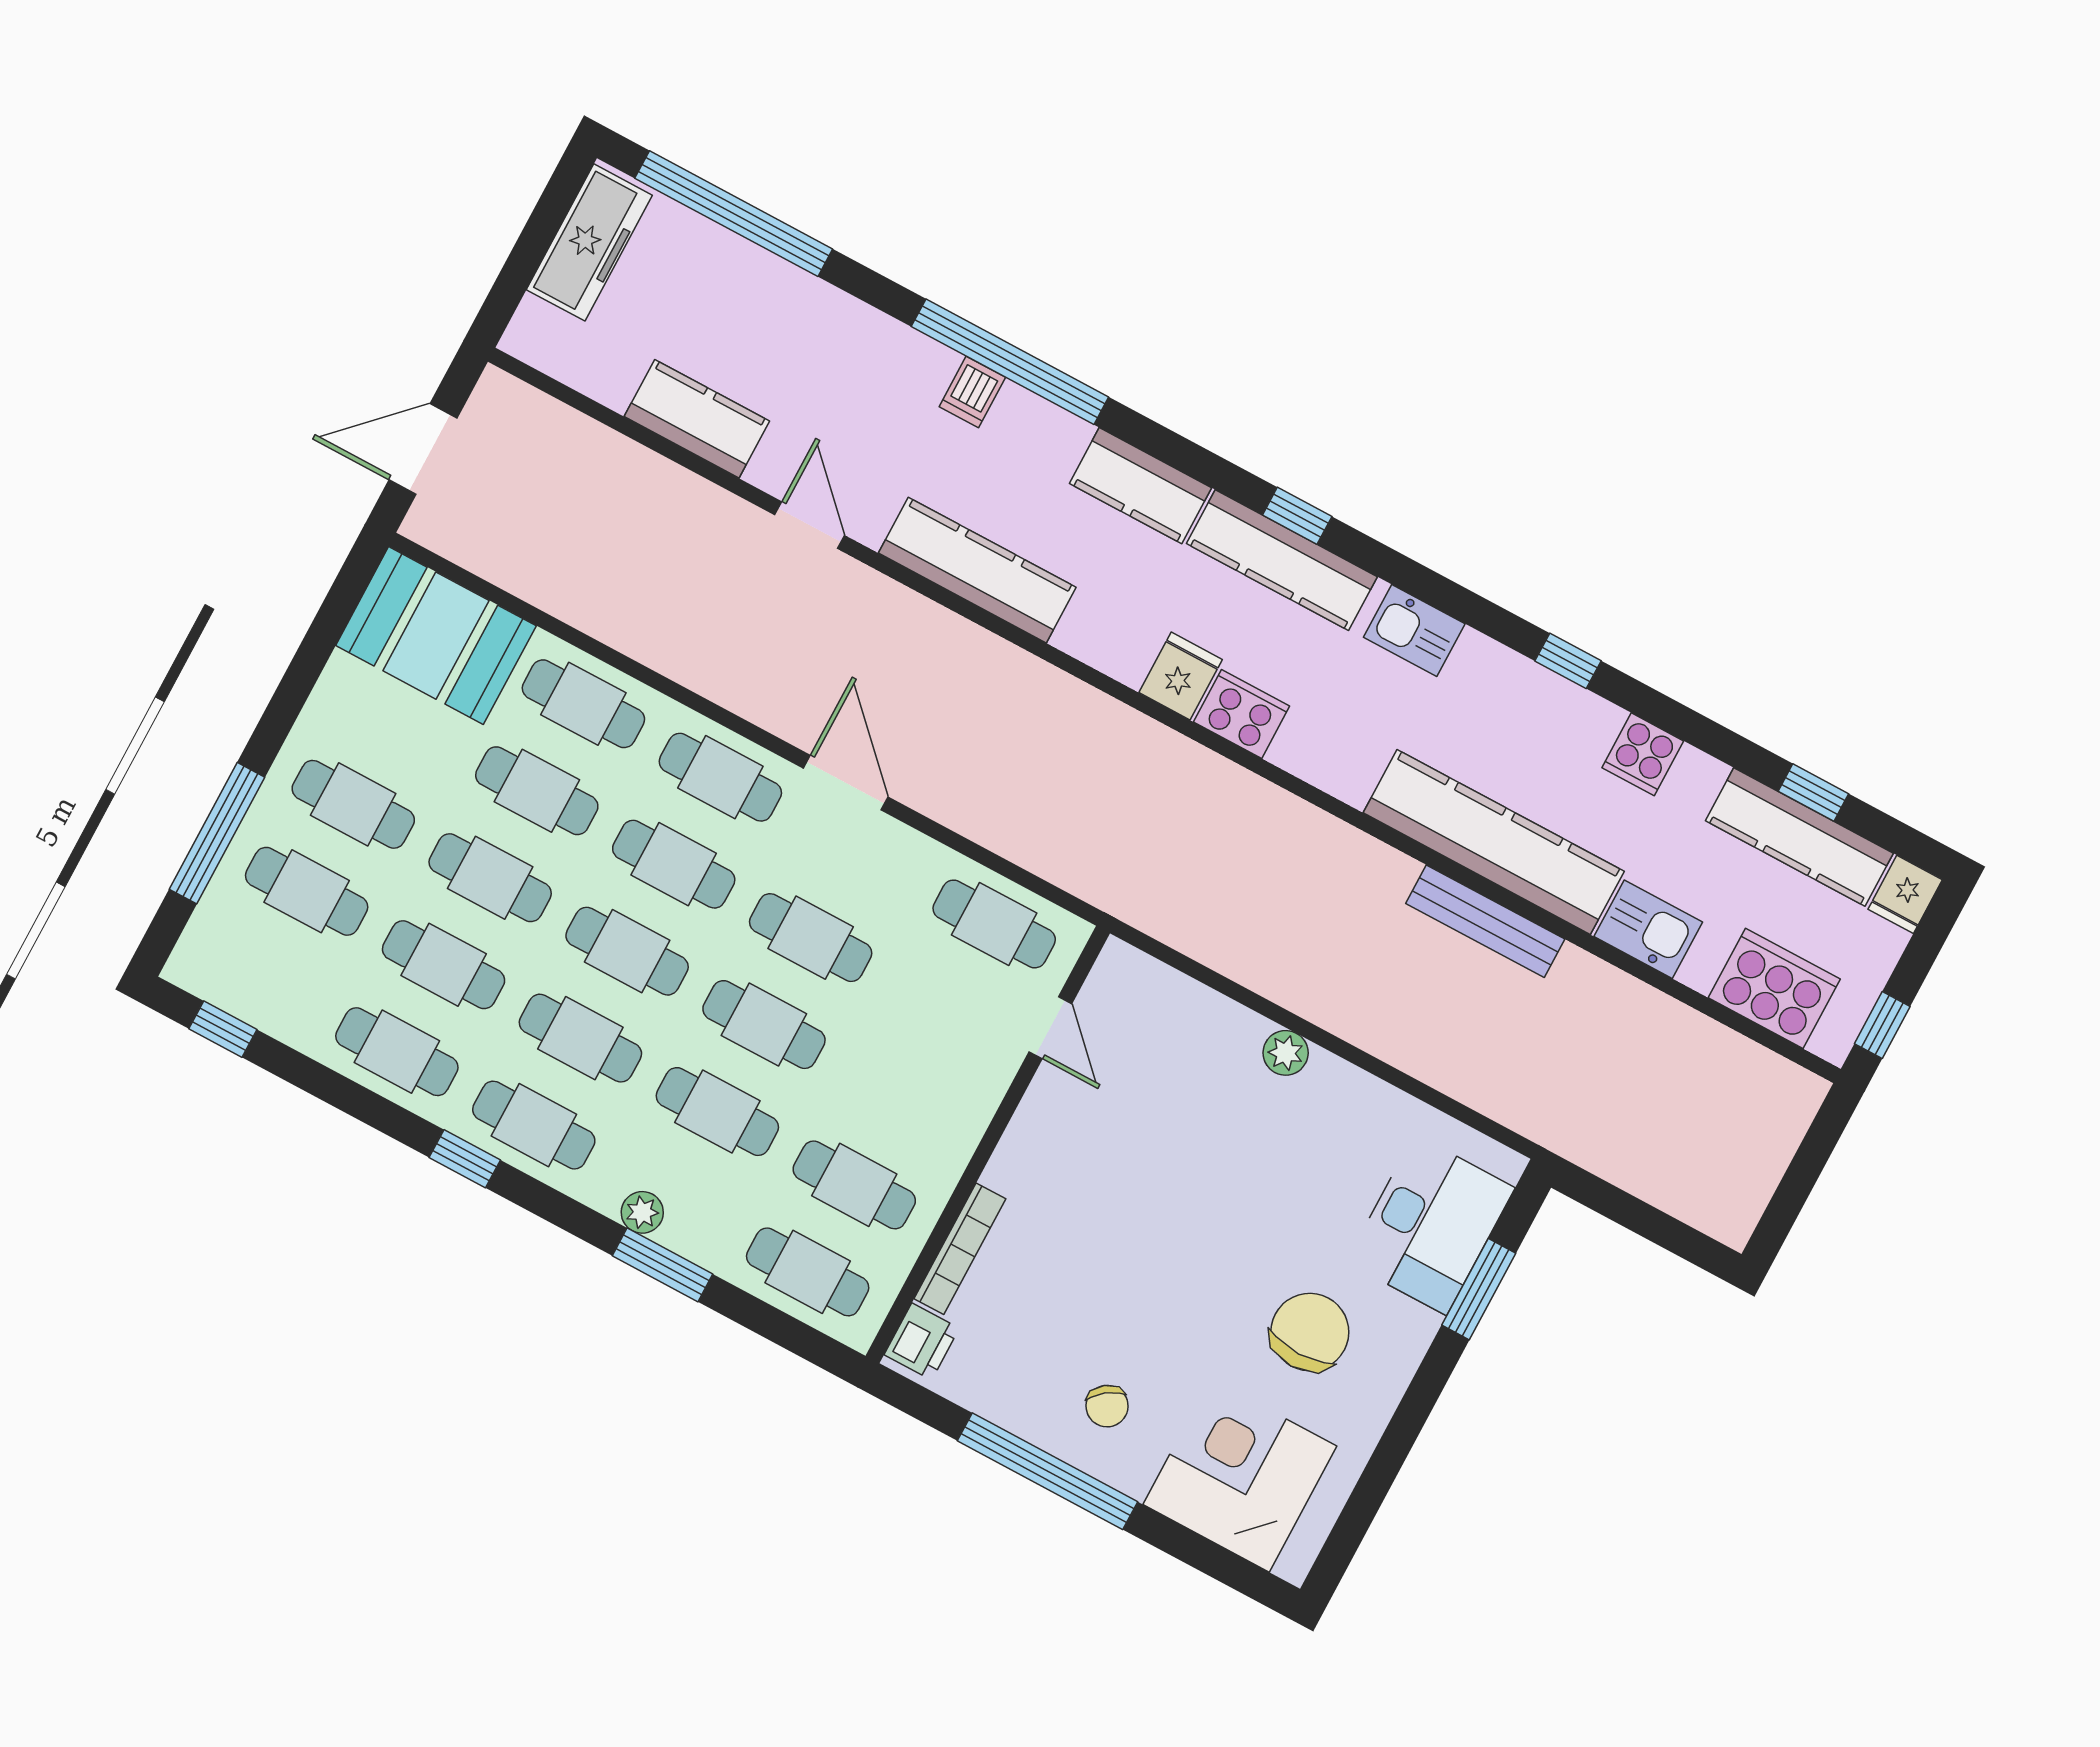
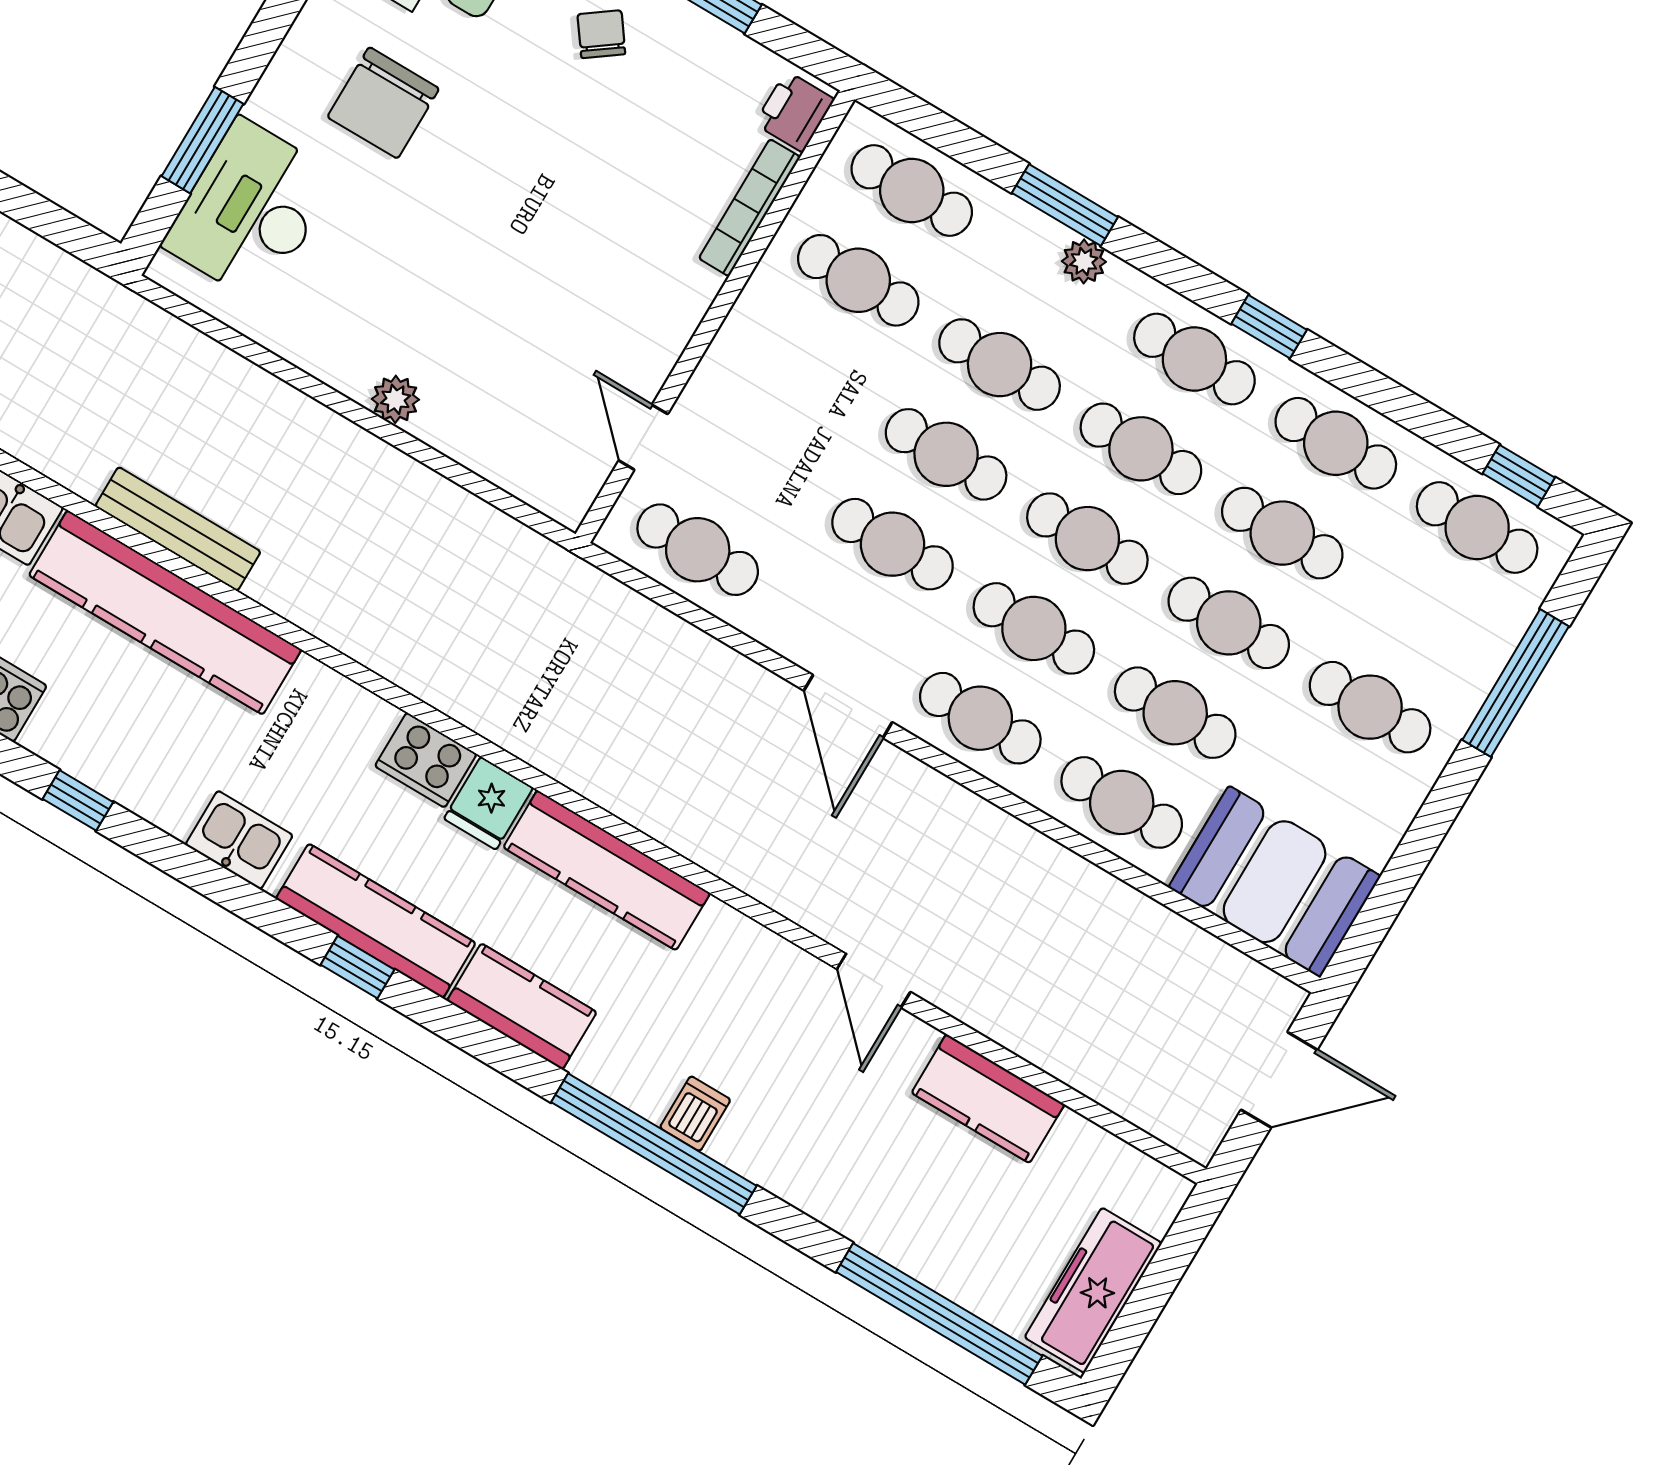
kitchen counter: (977, 570) -> (607, 870), moved
cafe table: (307, 891) -> (1477, 528), moved

